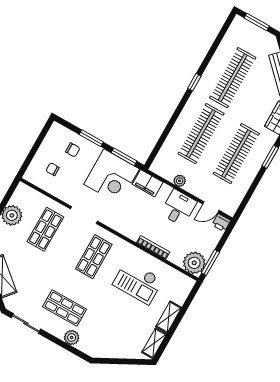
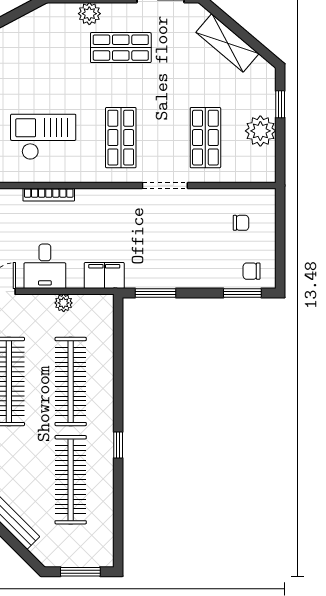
window: (91, 138) -> (242, 293), moved
chair: (73, 150) -> (251, 271), moved
corner desk: (112, 177) -> (157, 257), removed

